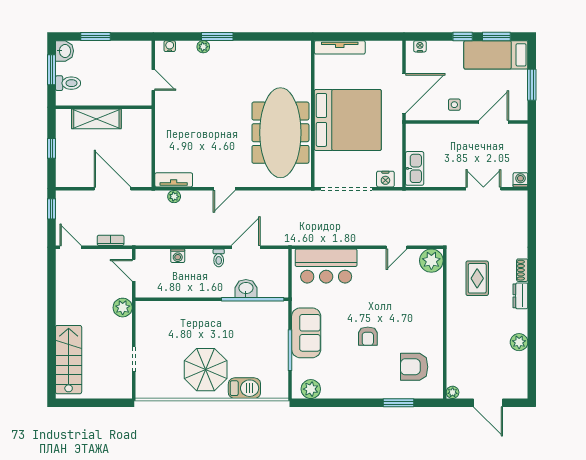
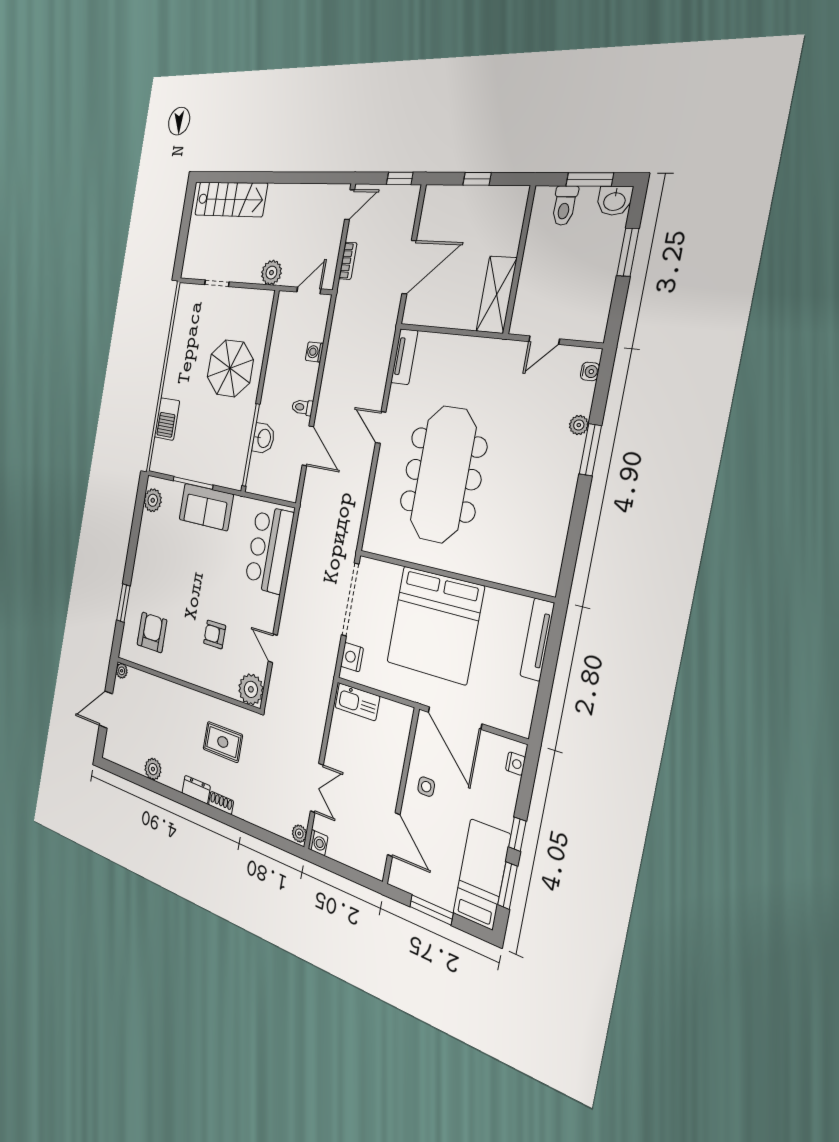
shelving: (96, 119) -> (497, 295), moved
meeting table: (280, 133) -> (443, 474), moved, turned 90
plant: (174, 197) -> (299, 834), moved
armchair: (368, 336) -> (215, 634), moved
parasol: (206, 370) -> (230, 368), moved

